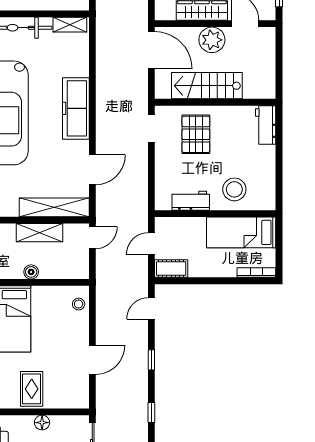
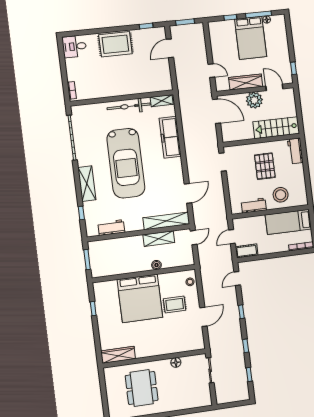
stairs: (207, 86) -> (276, 128), moved
freezer: (76, 108) -> (170, 137), moved
pallet: (196, 134) -> (265, 166), moved
rug: (32, 389) -> (175, 304), moved, turned 90

